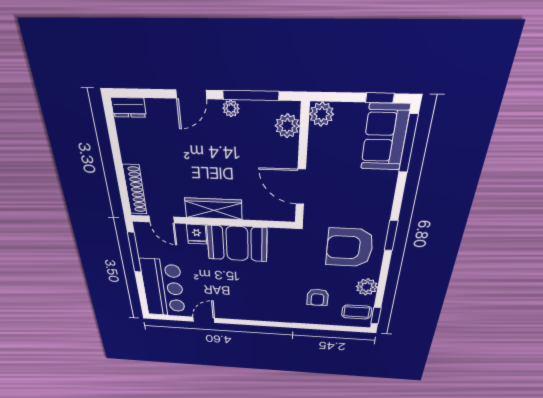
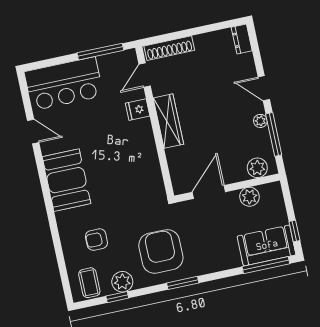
plant: (322, 114) -> (250, 197), moved
booth: (237, 244) -> (66, 180), moved
window: (376, 316) -> (117, 297), moved

